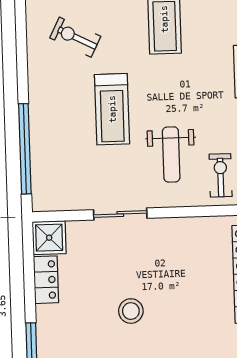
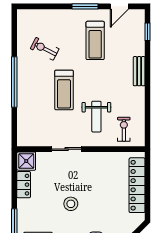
window: (25, 149) -> (14, 82), moved

